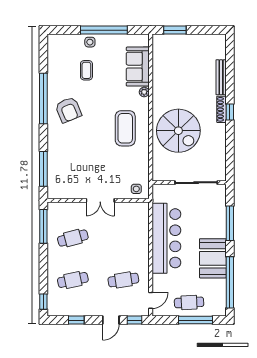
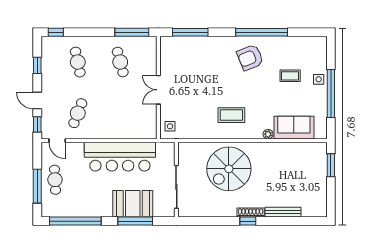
coffee table: (125, 128) -> (231, 115), width x0.73, depth x0.76
booth: (213, 258) -> (133, 204), moved
cafe table: (123, 280) -> (78, 113), turned 30

